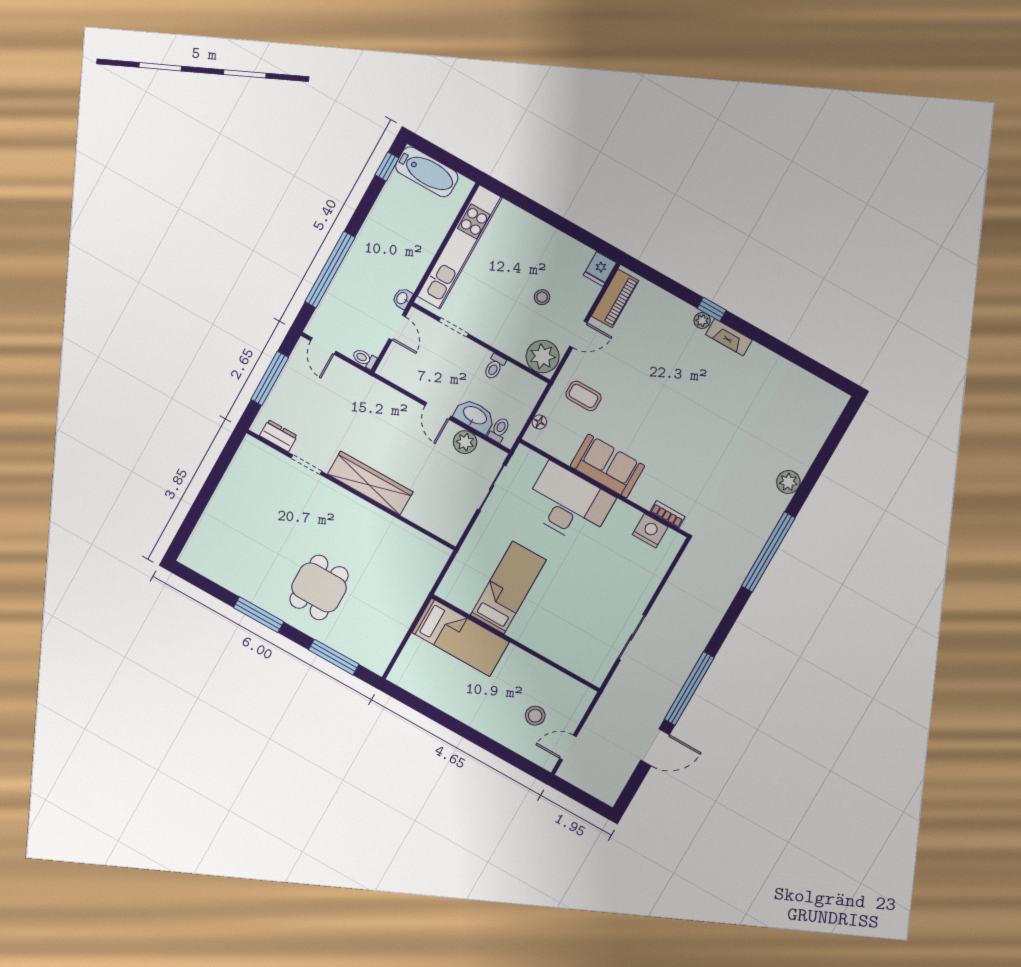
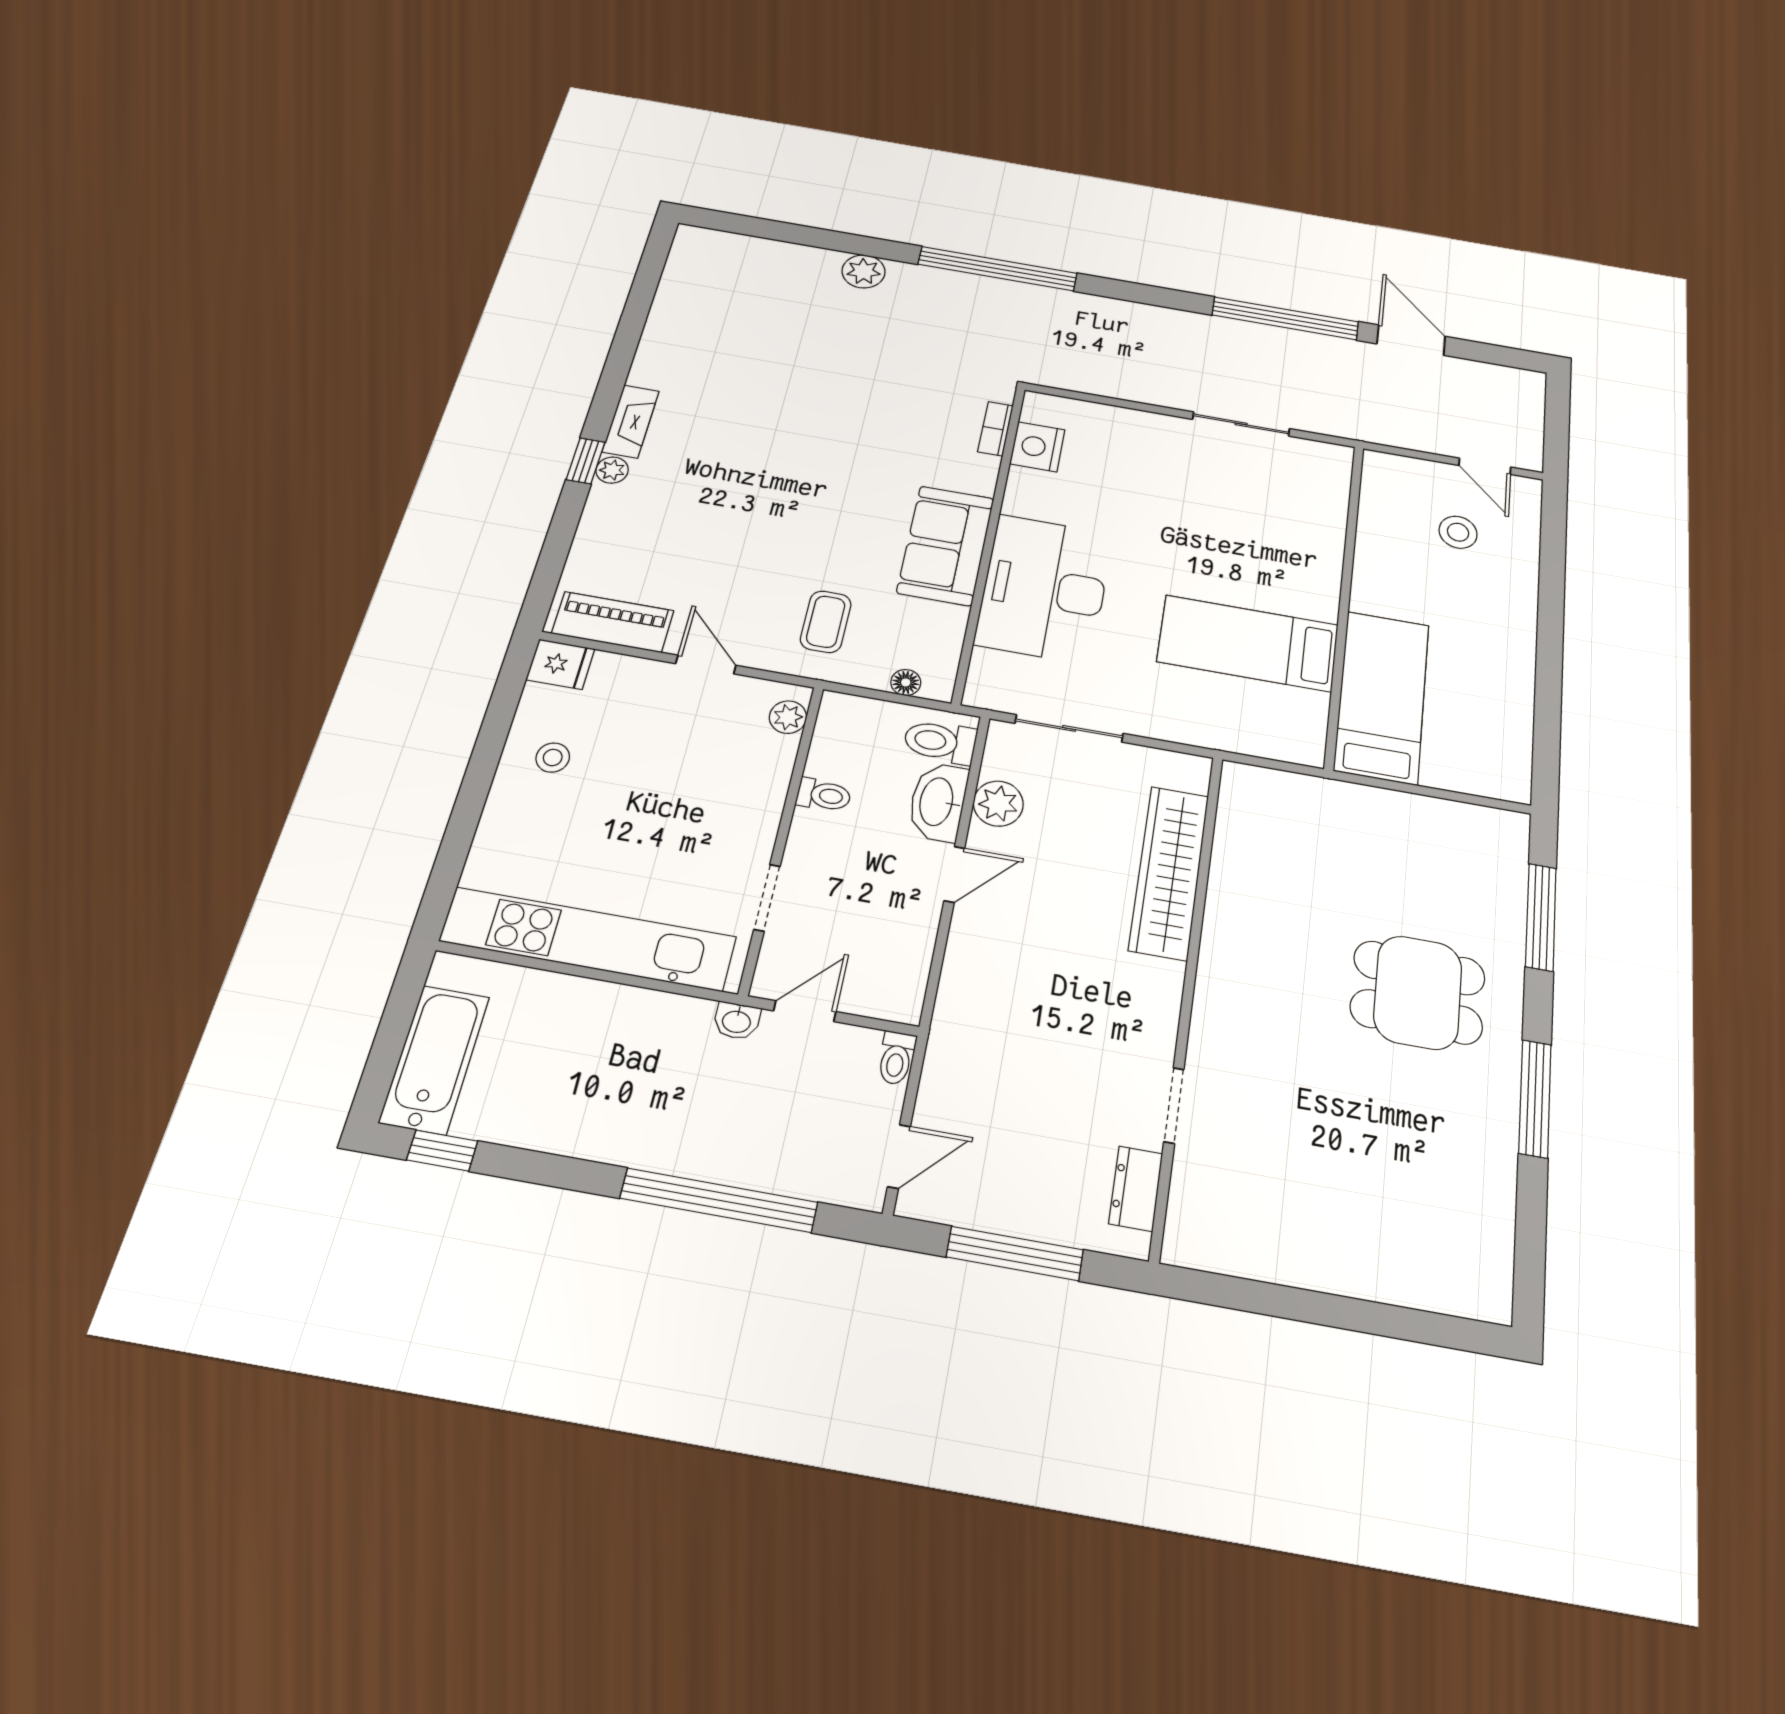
stool: (542, 297) -> (553, 758), moved
plant: (543, 357) -> (788, 717), width x0.53, depth x0.53
toilet: (499, 430) -> (940, 742), width x1.37, depth x1.39
wardrobe: (370, 483) -> (1169, 872), moved

